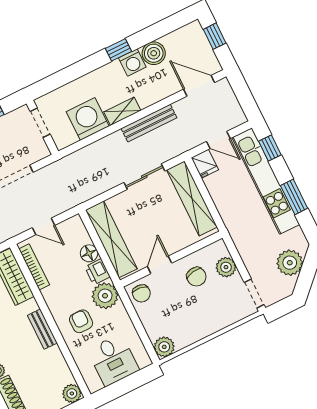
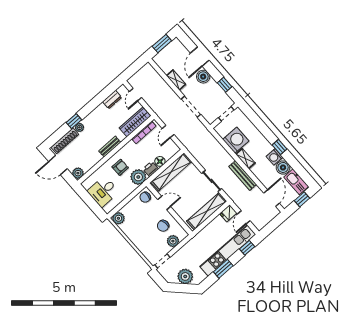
kitchen sink: (183, 38) -> (296, 182), added

